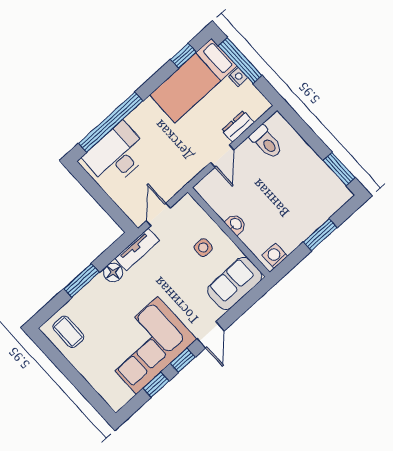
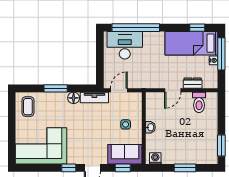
corner sofa: (147, 345) -> (41, 146), moved
window: (156, 385) -> (123, 168), moved

